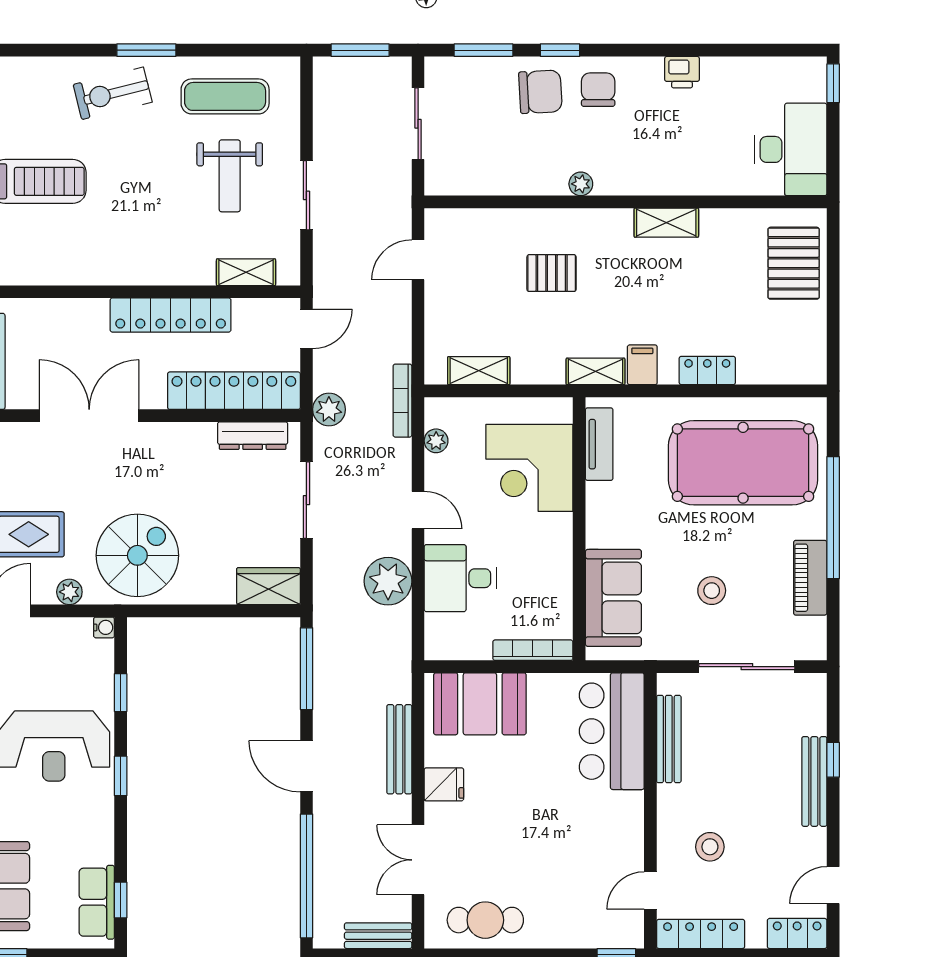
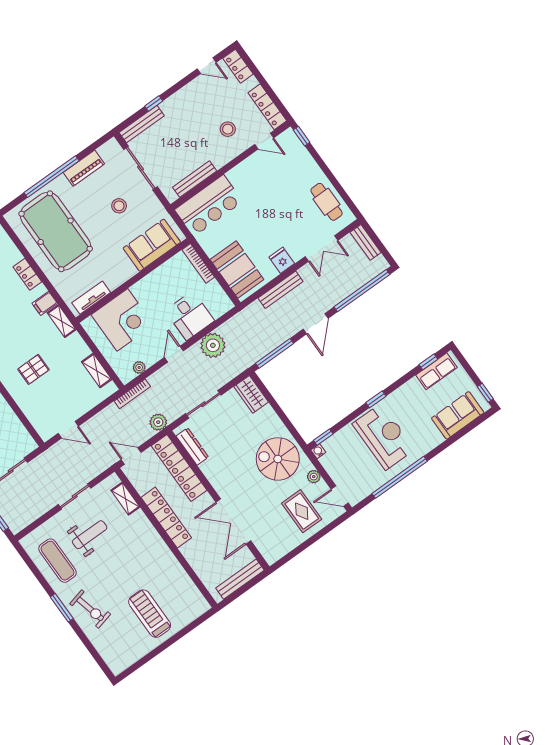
pallet: (552, 273) -> (33, 369), turned 90
window: (121, 693) -> (323, 437), moved
bench: (814, 781) -> (142, 124), moved

